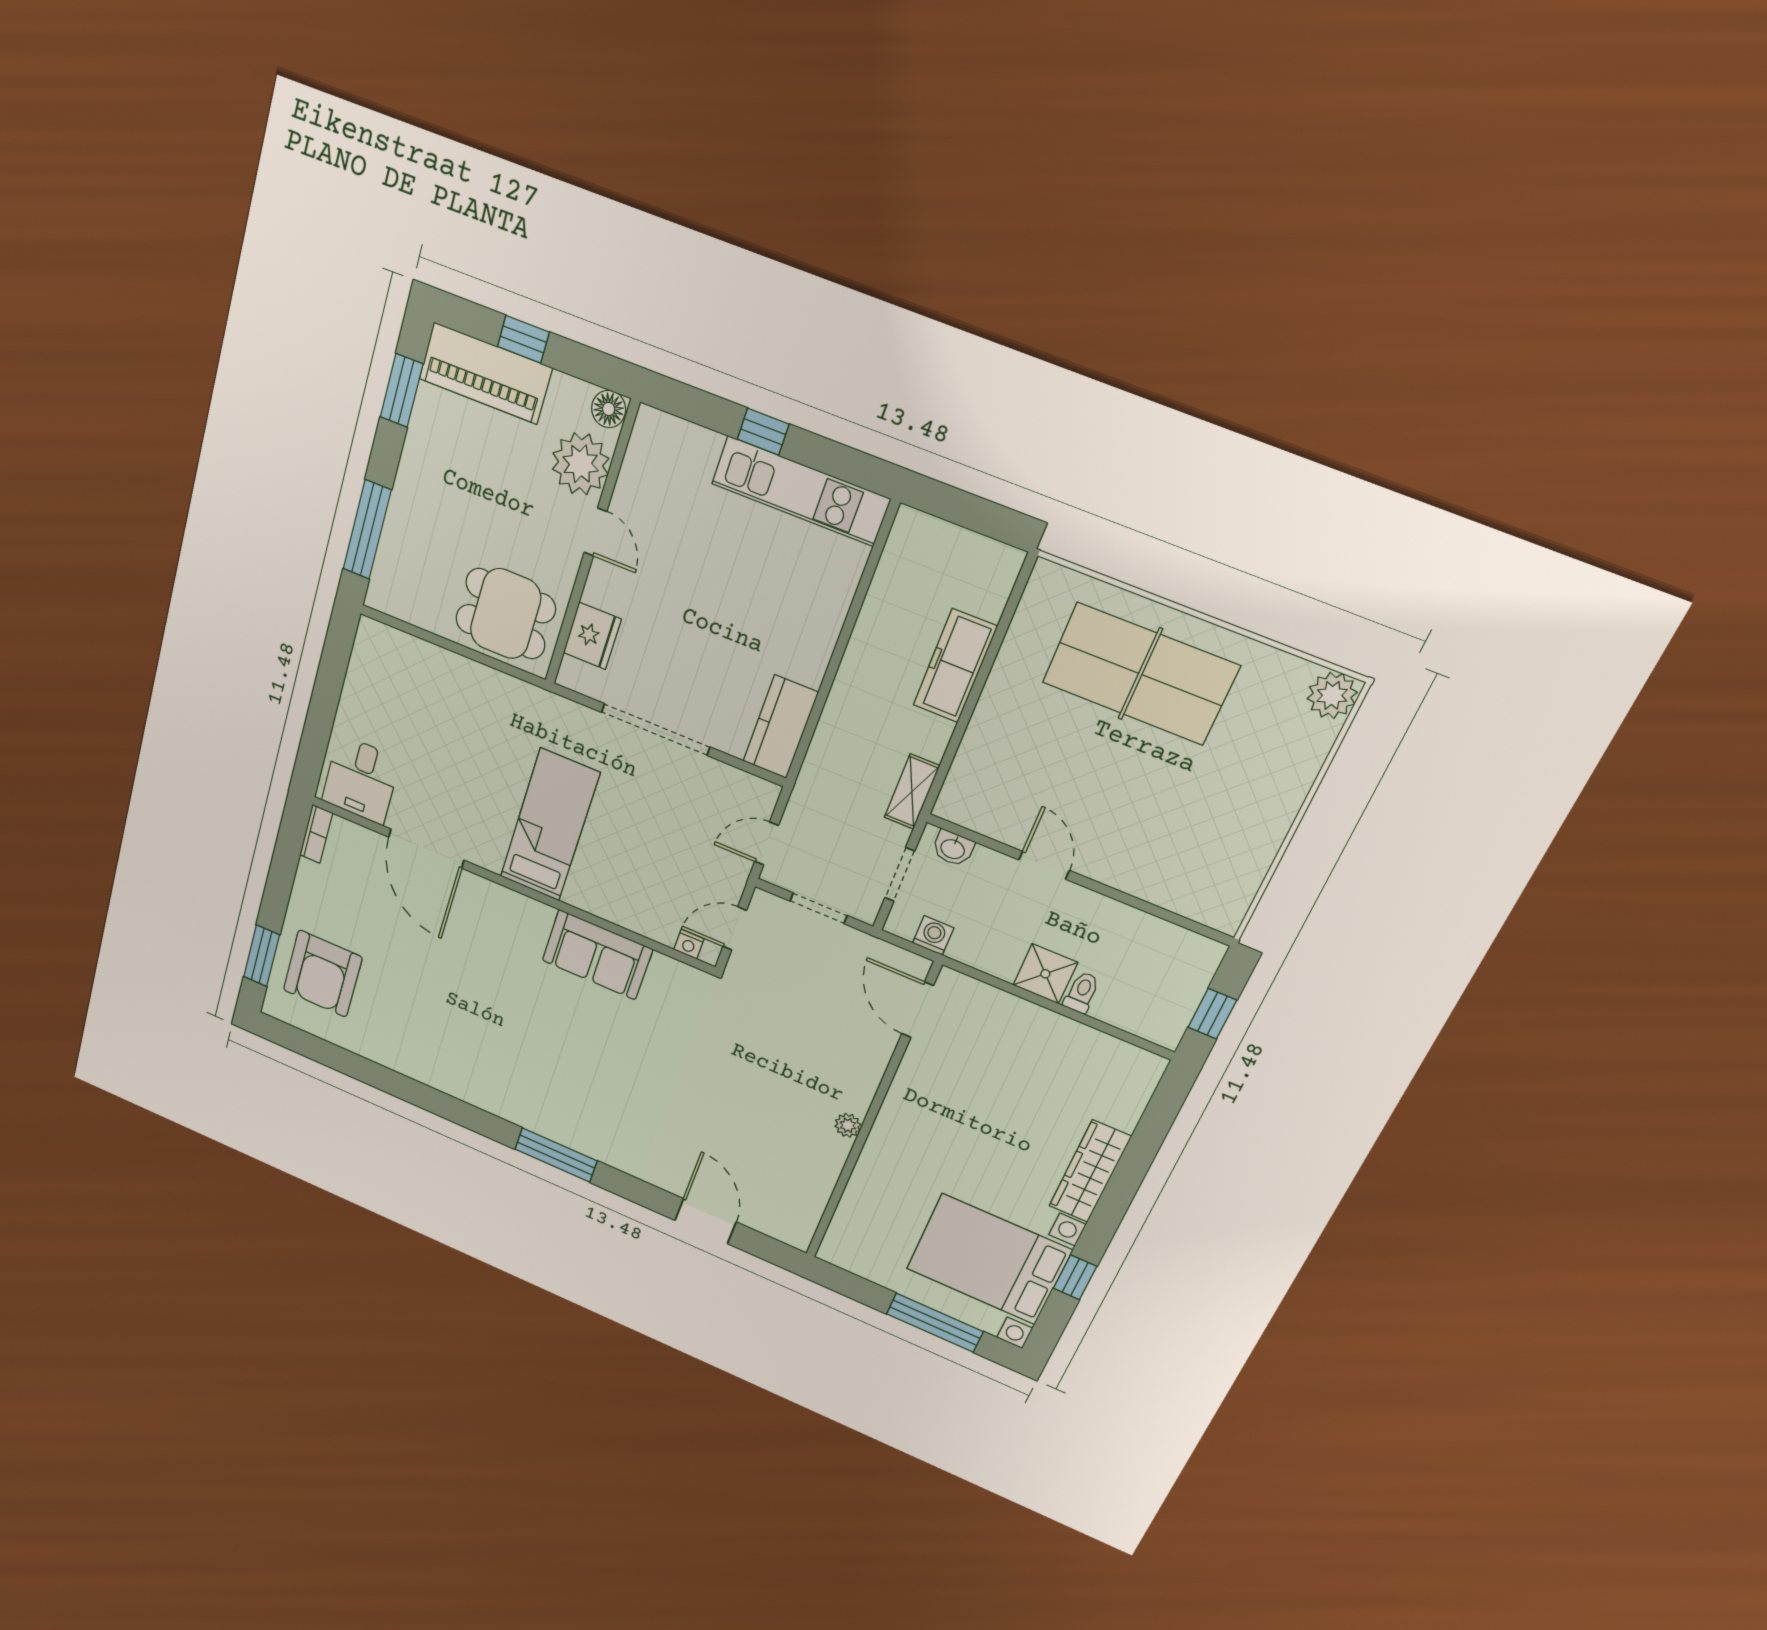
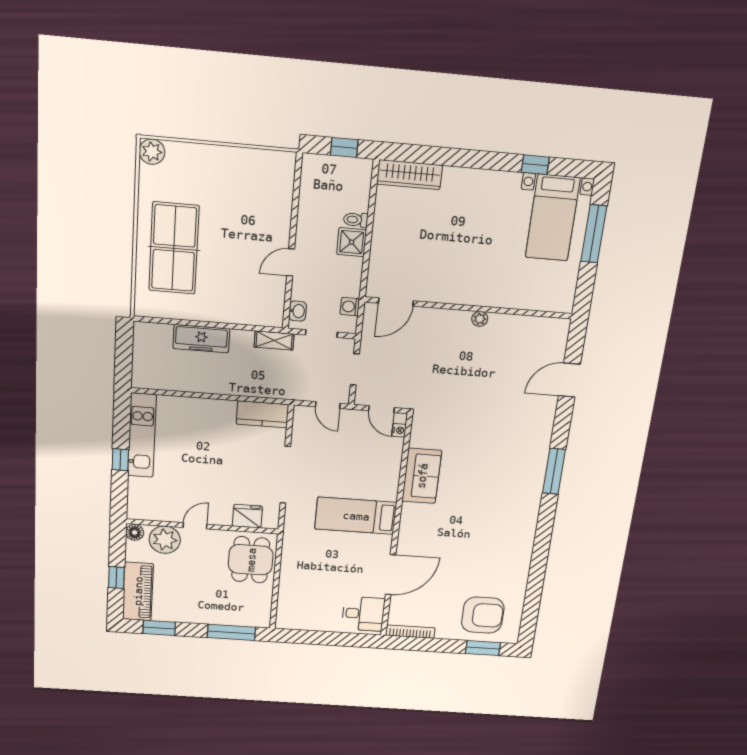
bookcase: (316, 834) -> (410, 632), width x1.56
wardrobe: (1090, 1171) -> (410, 175), moved
bed with nightstands: (989, 1259) -> (553, 218), width x0.73

